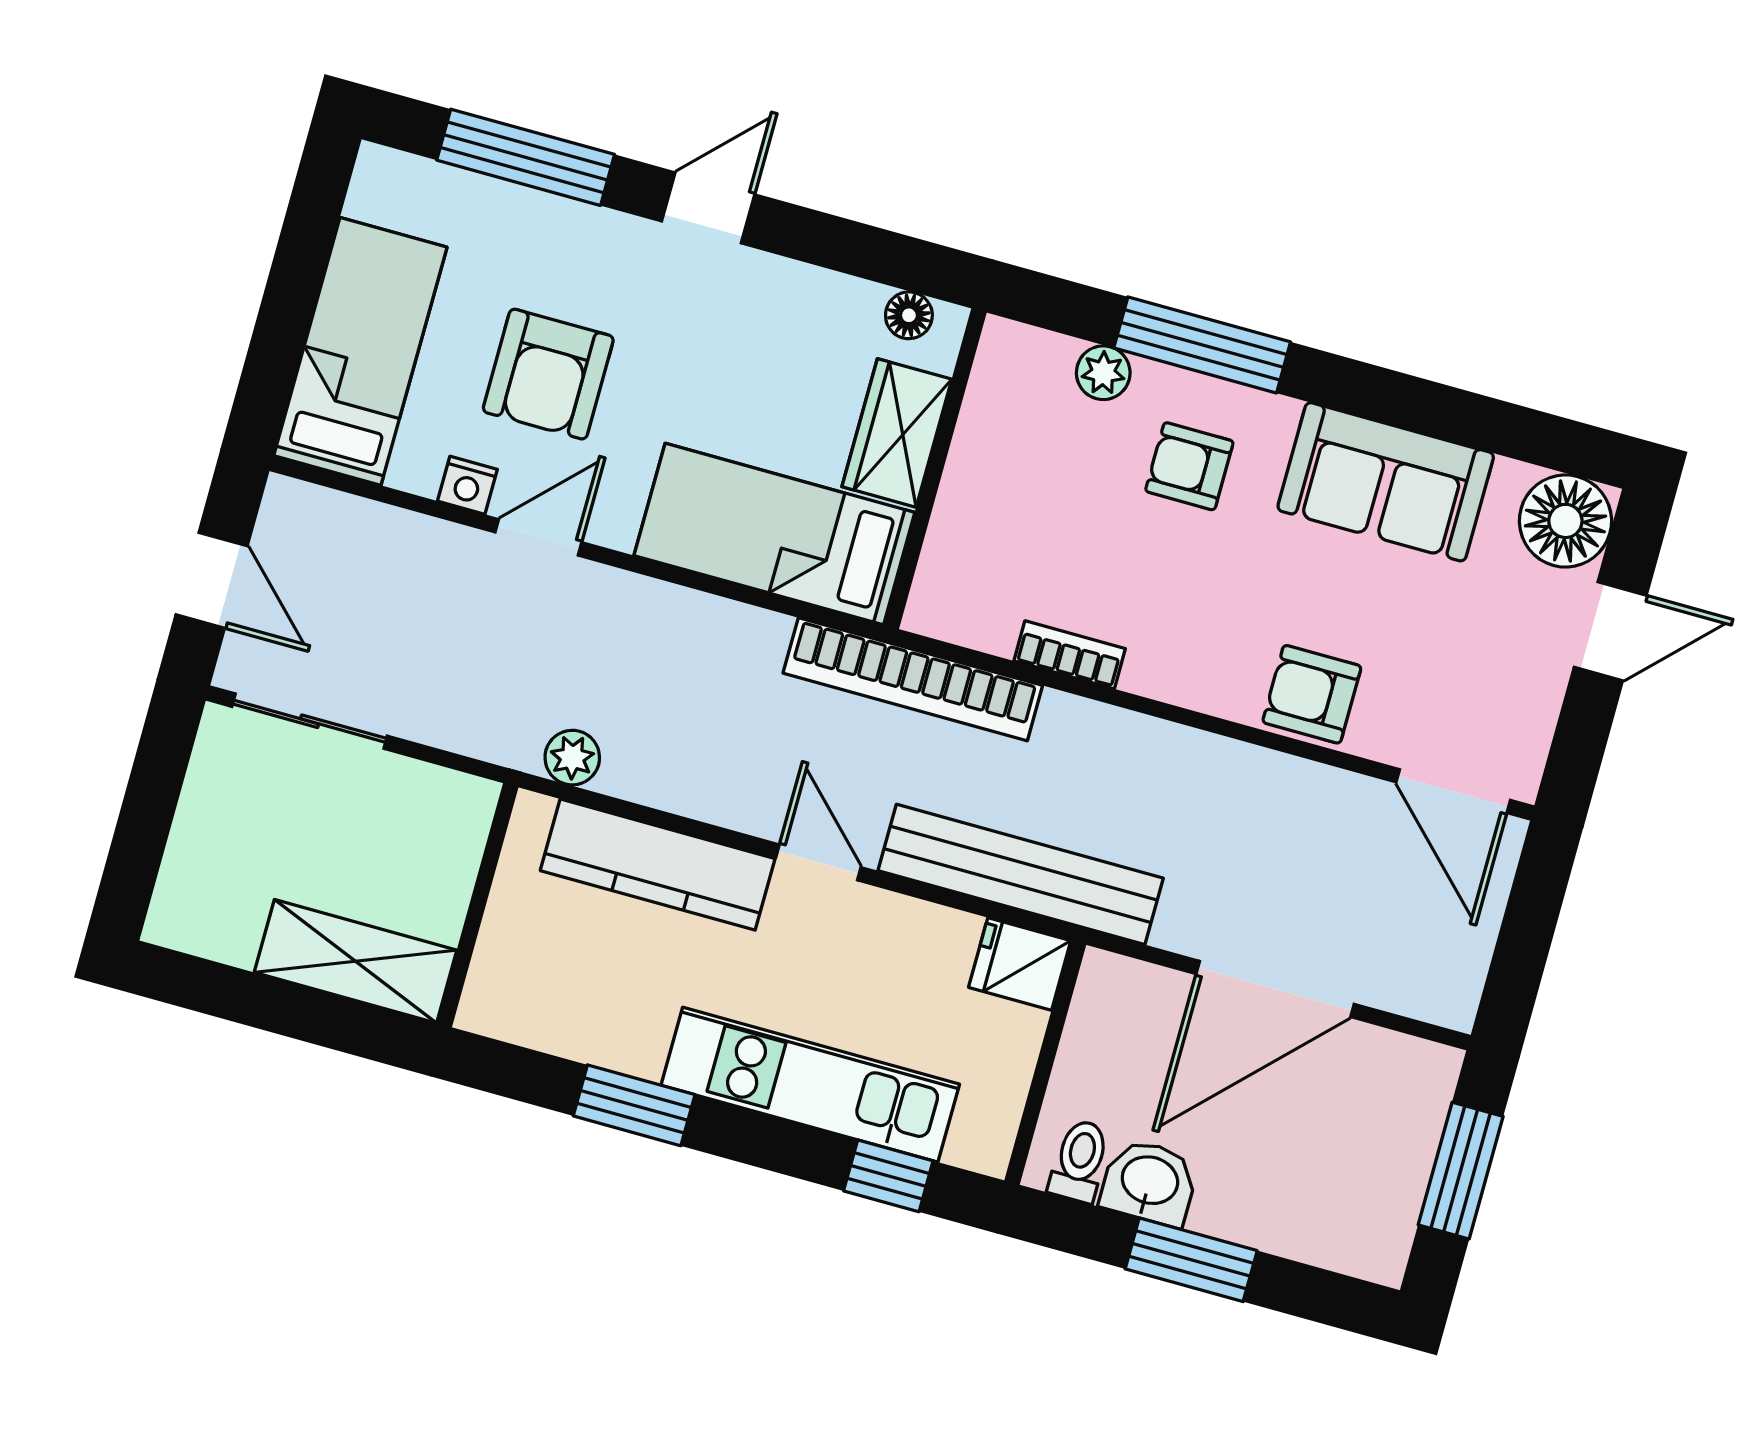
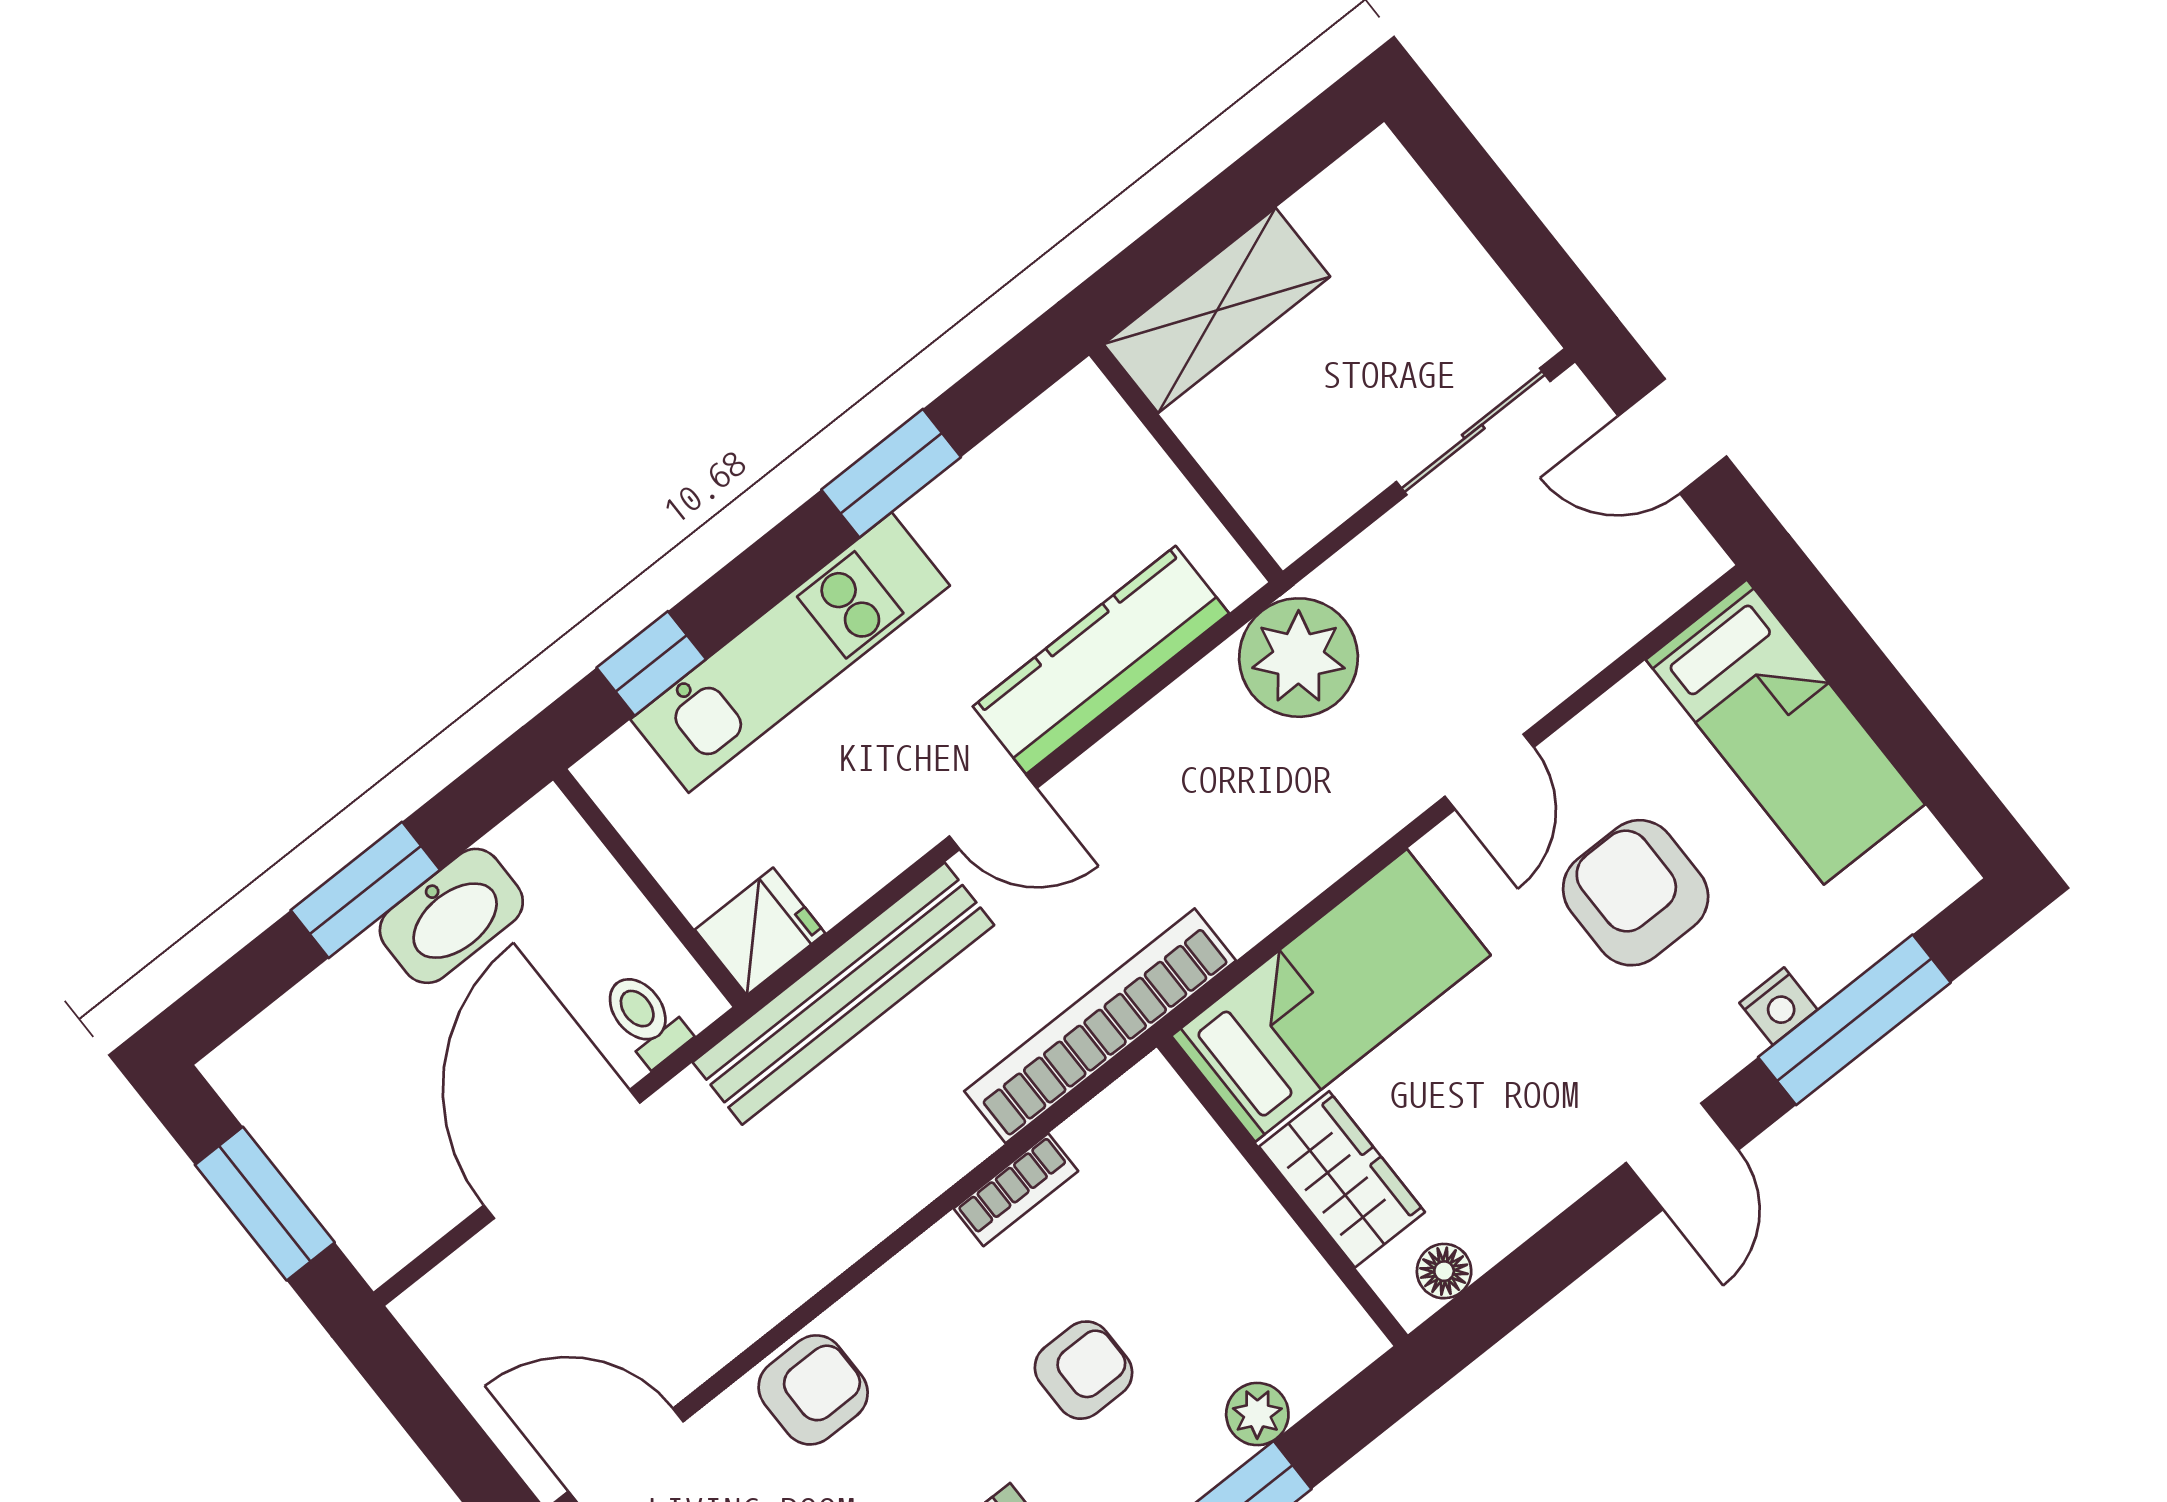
armchair: (1189, 466) -> (1084, 1370), moved
nightstand: (467, 485) -> (1778, 1006), moved, turned 180
plant: (572, 758) -> (1298, 658), width x1.88, depth x1.88
toilet: (1080, 1161) -> (645, 1018), moved, turned 180
washbasin: (1149, 1182) -> (451, 916), width x1.38

